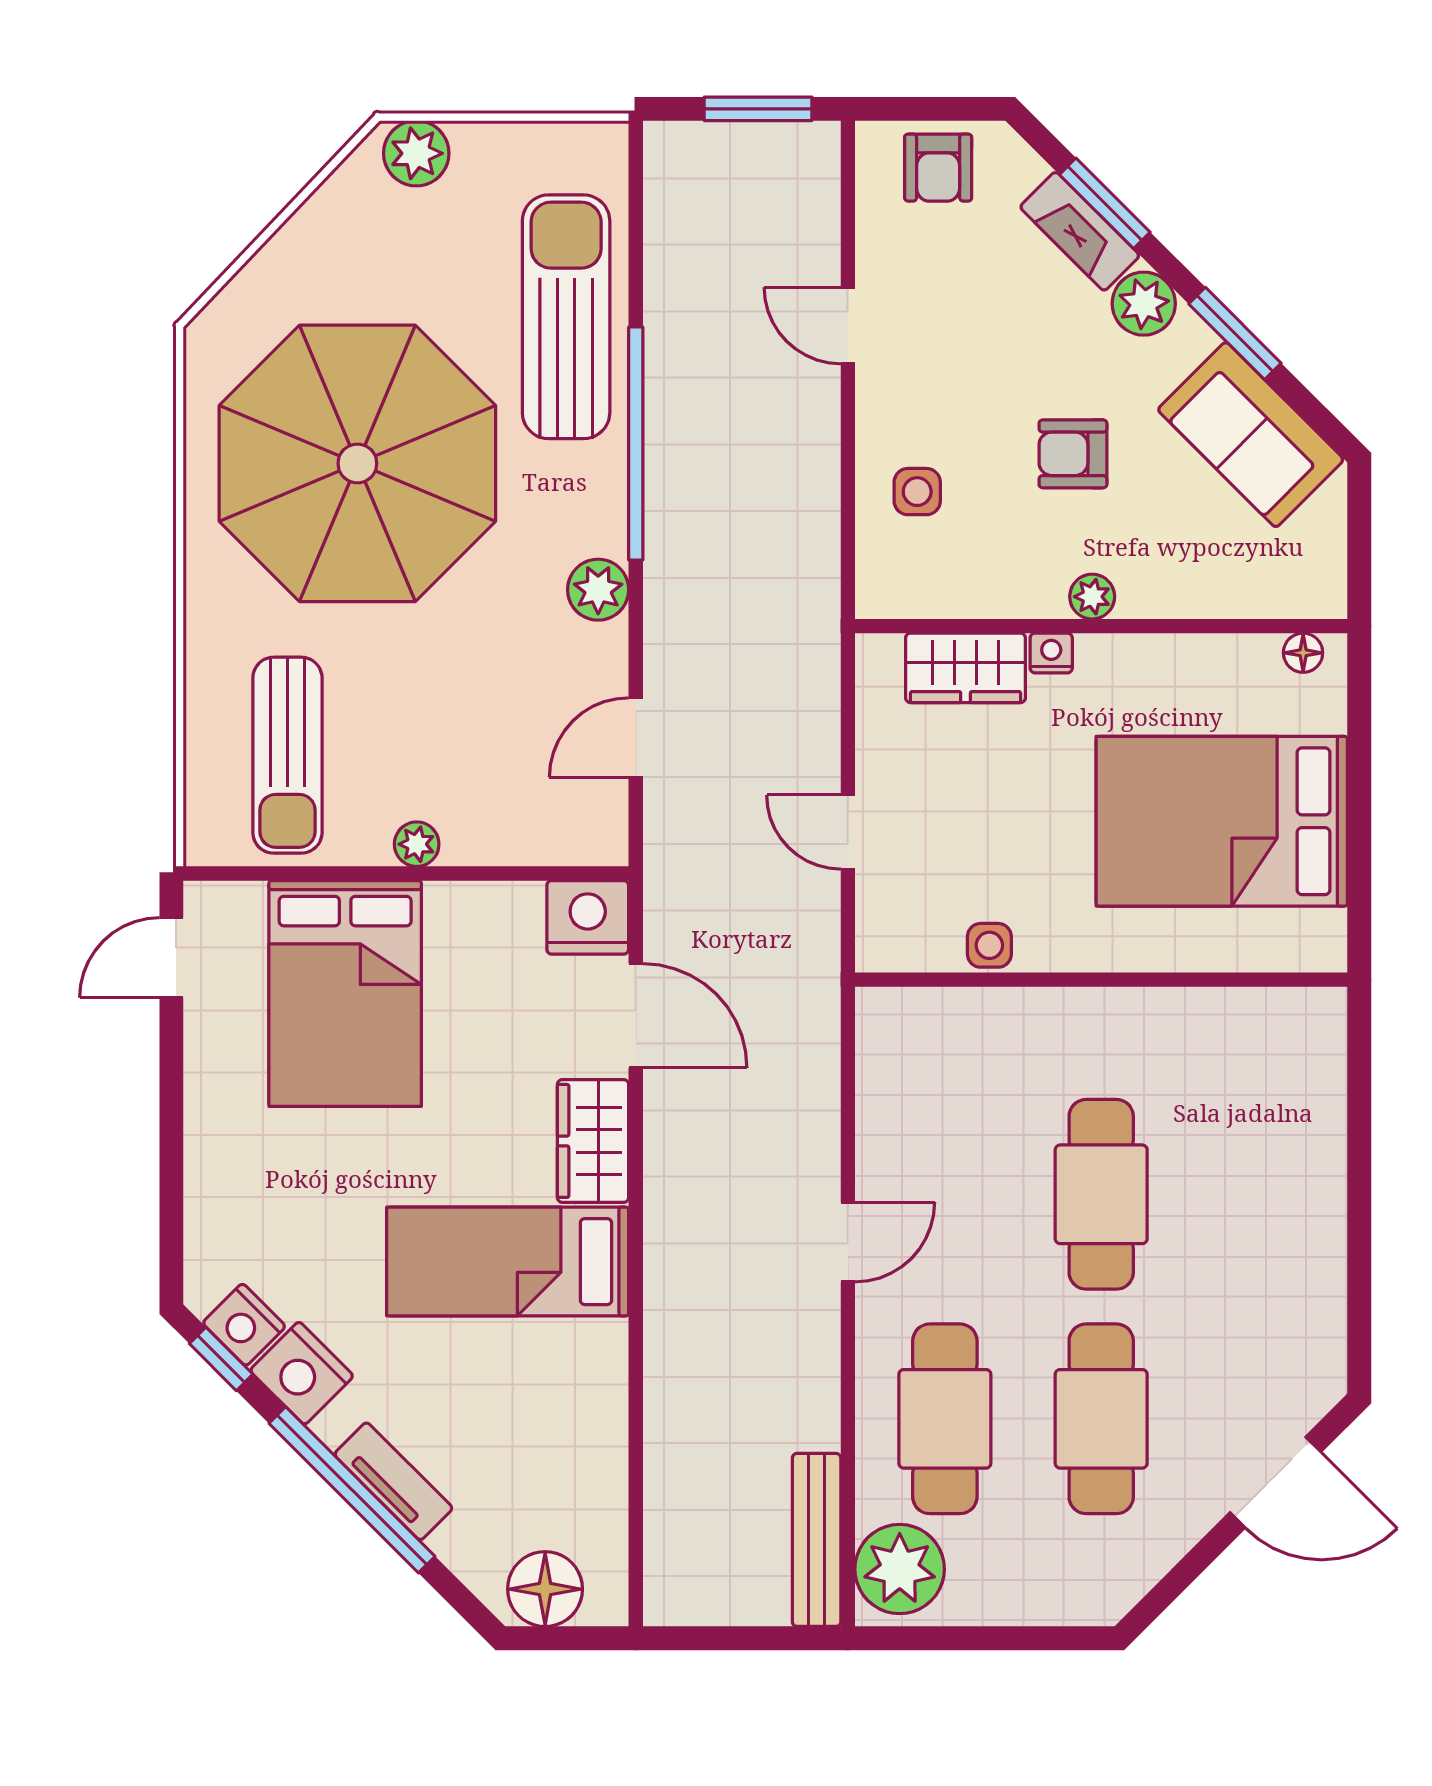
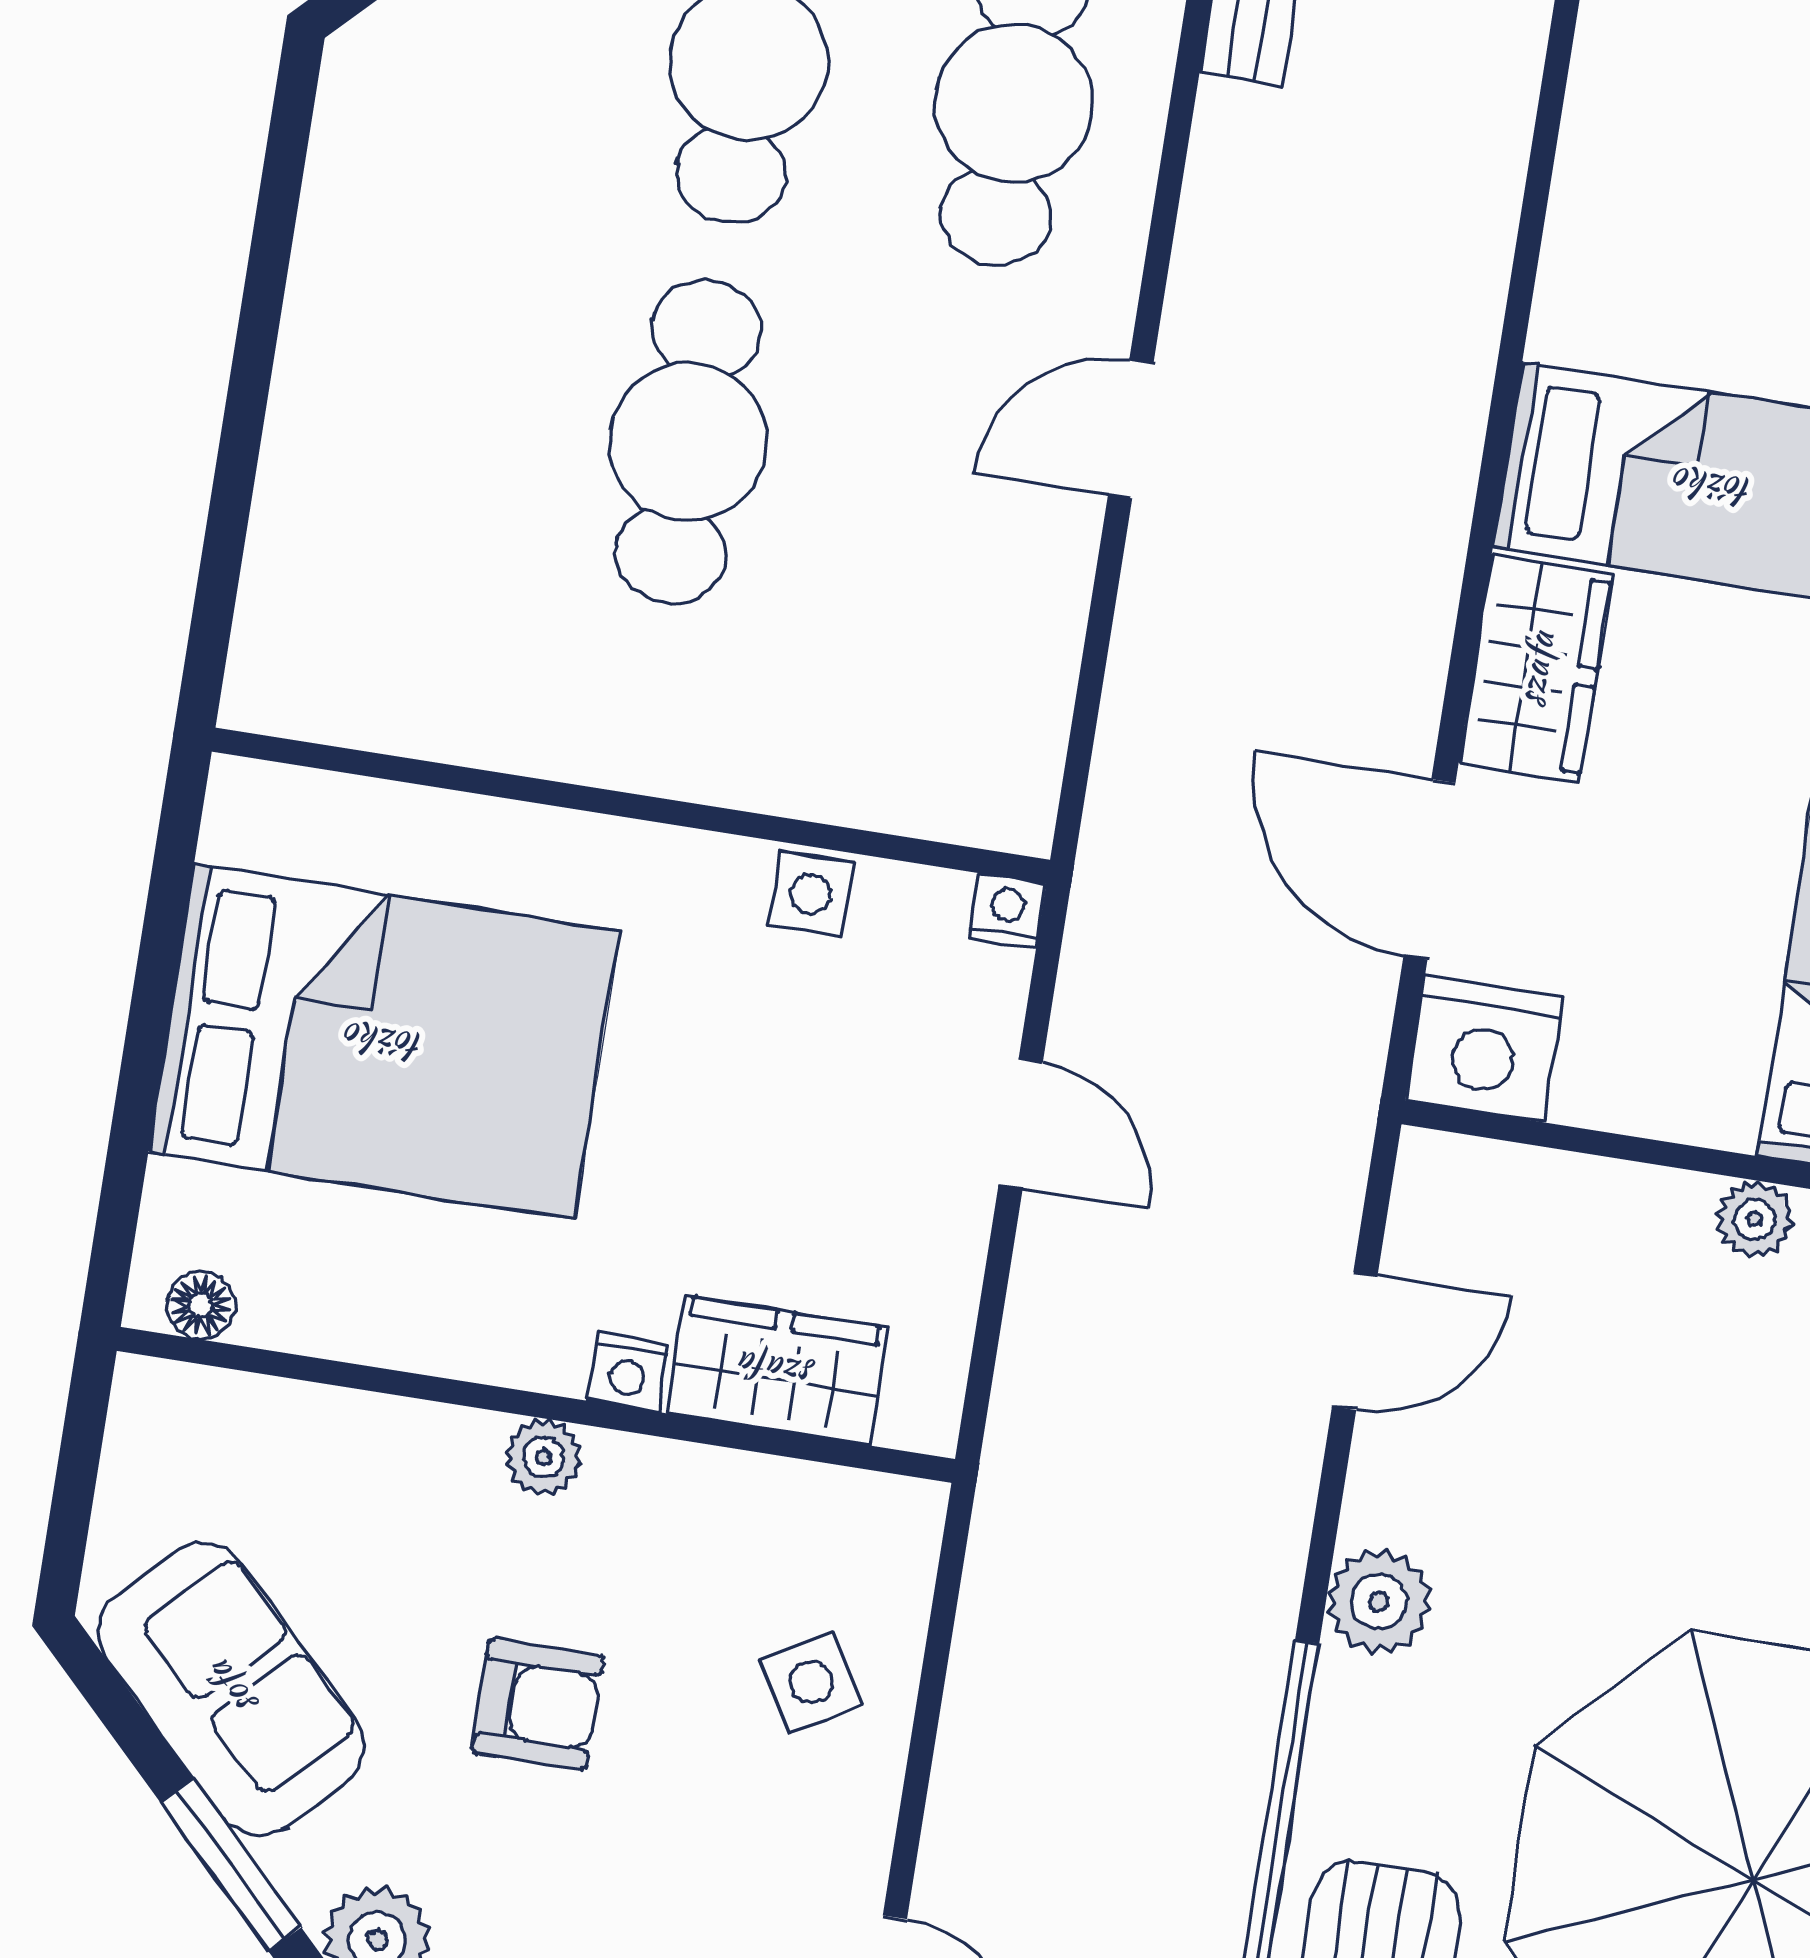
side table: (917, 492) -> (812, 1682), turned -31
nightstand: (875, 953) -> (1007, 911), added

